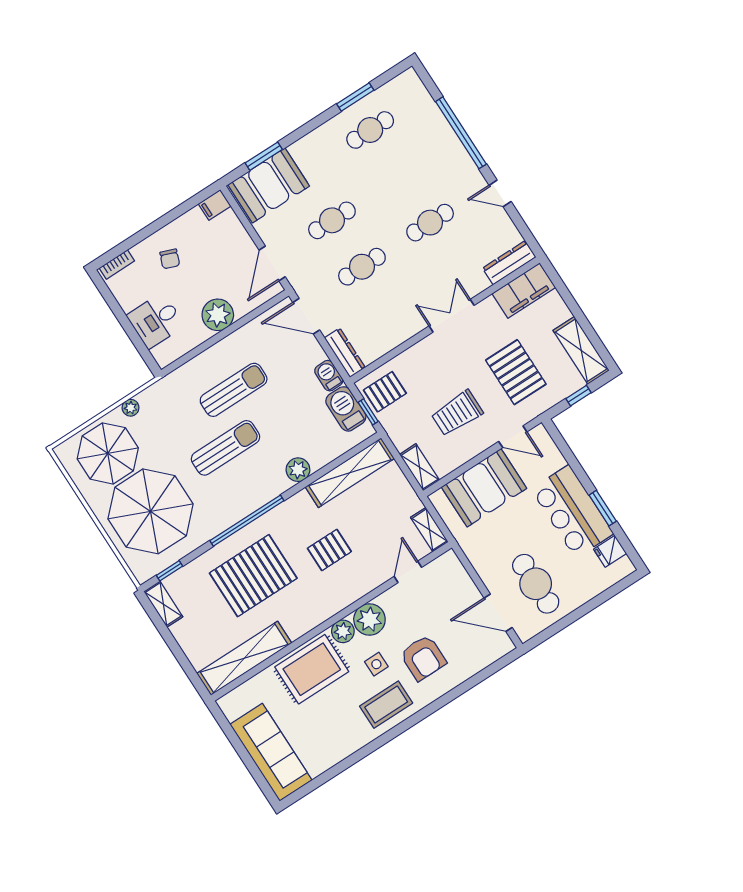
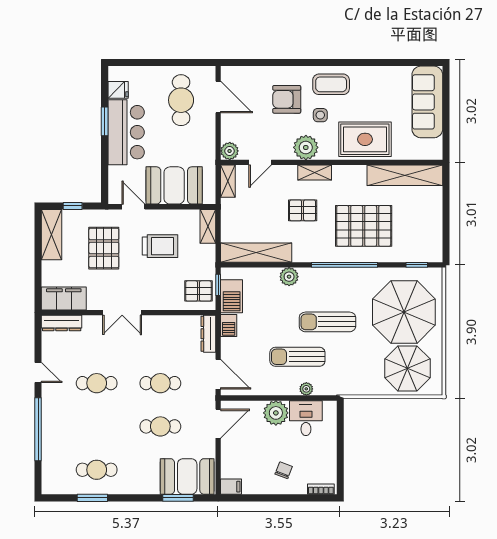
desk: (156, 321) -> (306, 418), moved, turned -90
plant: (131, 408) -> (306, 389), moved
shelving: (163, 604) -> (315, 172), moved, turned 90
plant: (343, 631) -> (230, 151), moved
armchair: (423, 658) -> (287, 99), turned -90

